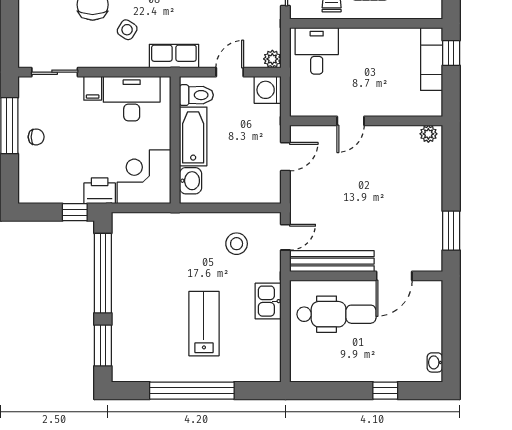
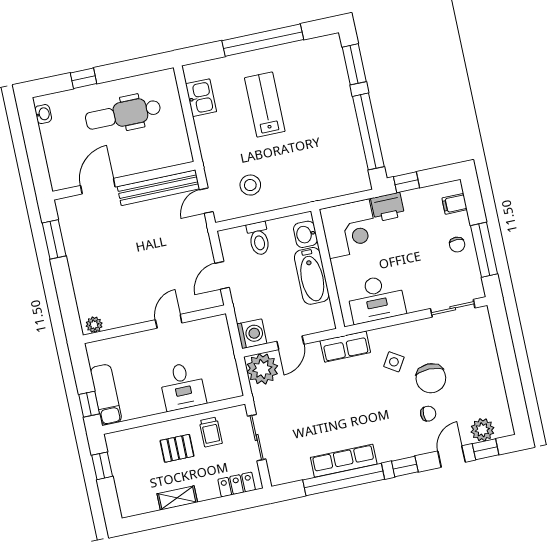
desk: (317, 51) -> (182, 386), moved
plant: (272, 59) -> (262, 369), width x1.88, depth x1.88
filing cabinet: (93, 88) -> (455, 204), moved, turned -90
toilet: (196, 95) -> (259, 238), moved, turned -90
chair: (36, 137) -> (457, 245), turned -90
kitchen sink: (268, 301) -> (201, 98), moved
dental chair: (336, 314) -> (123, 114), moved
lab bench: (204, 324) -> (265, 105), turned 180

